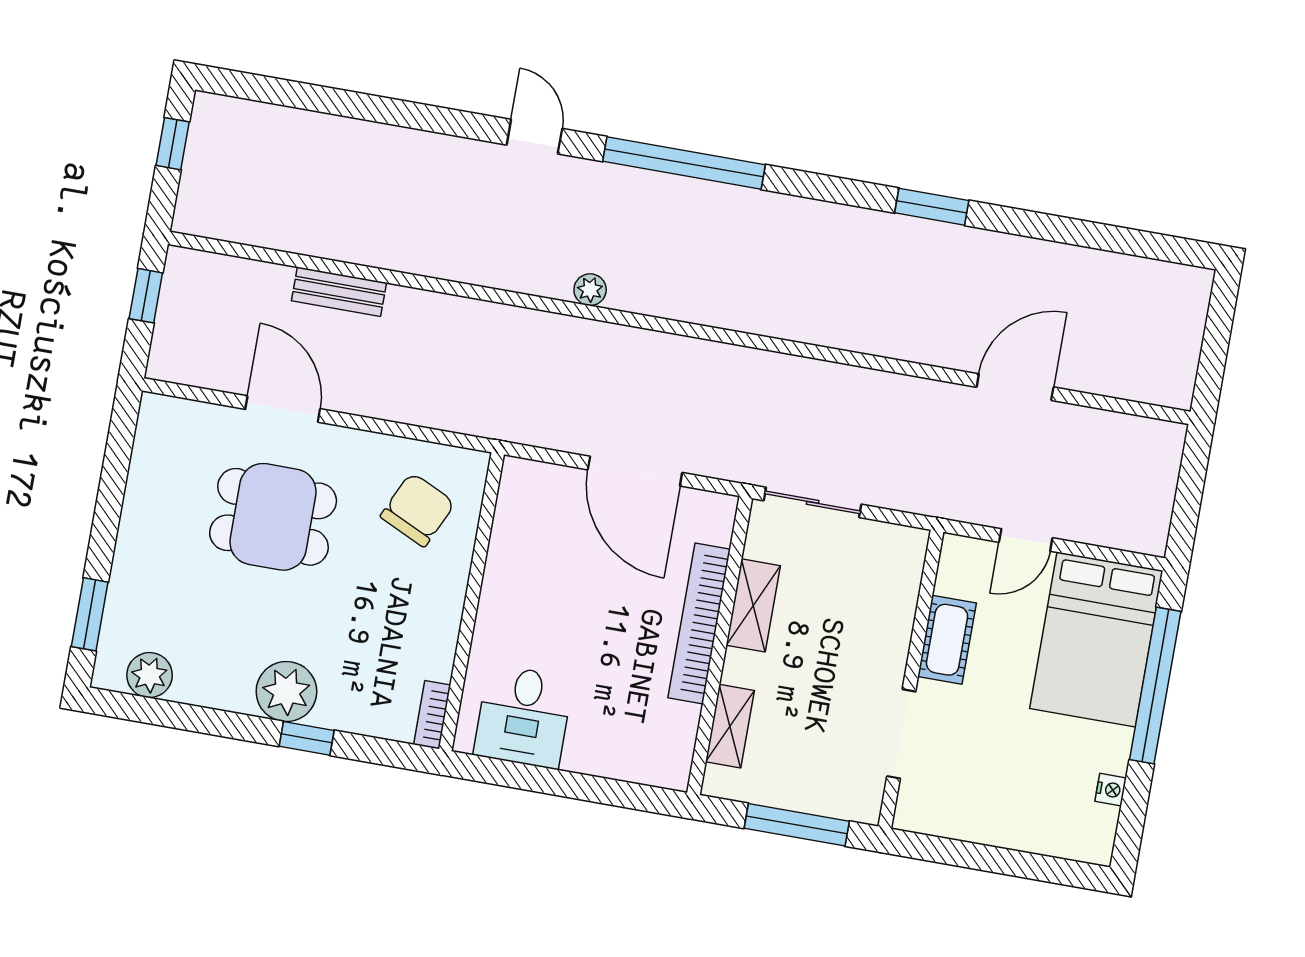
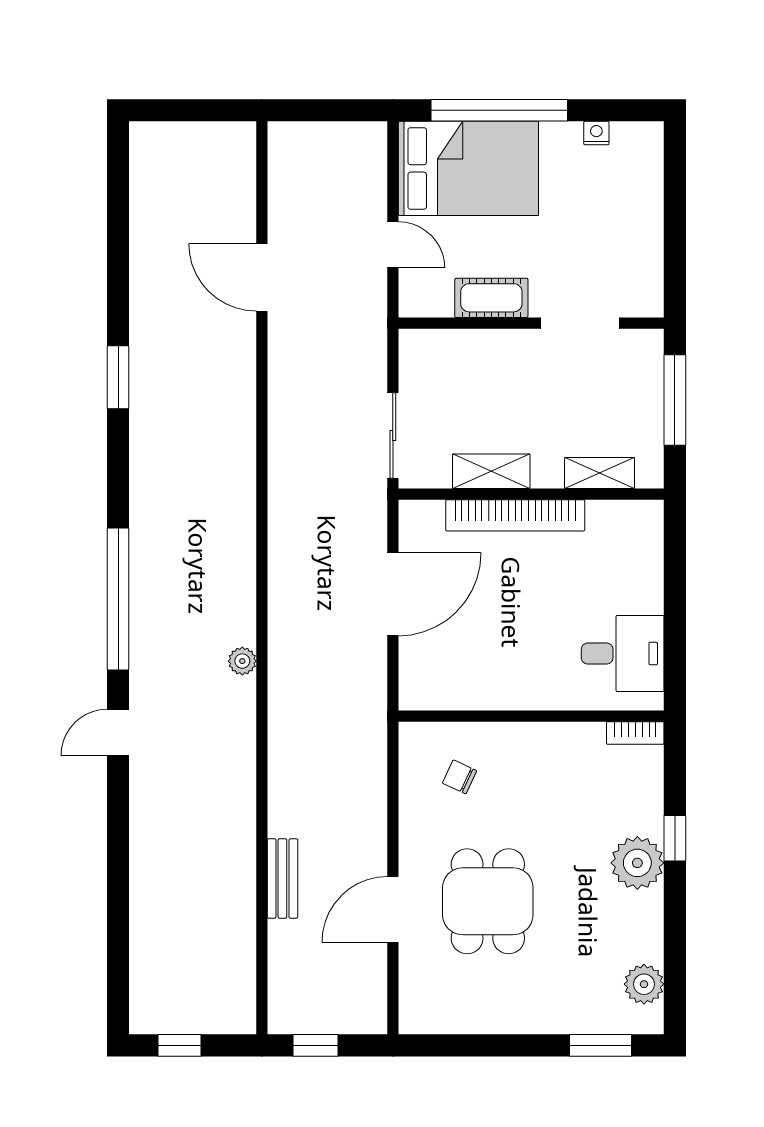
chair: (418, 510) -> (460, 777), width x0.54, depth x0.54

